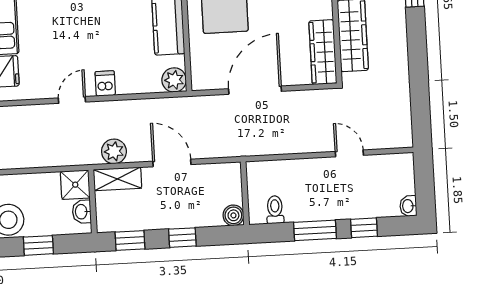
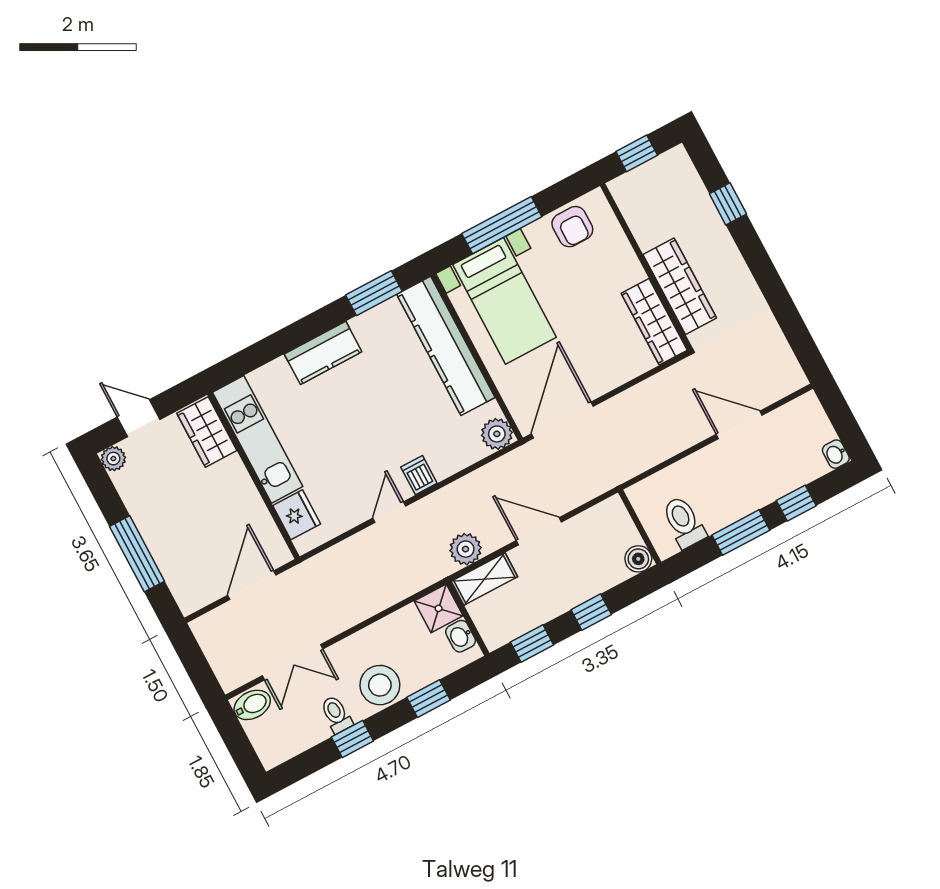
door: (255, 90) -> (562, 420), moved
door: (349, 153) -> (739, 425), width x1.38
toilet: (275, 210) -> (684, 522), width x1.37, depth x1.39

